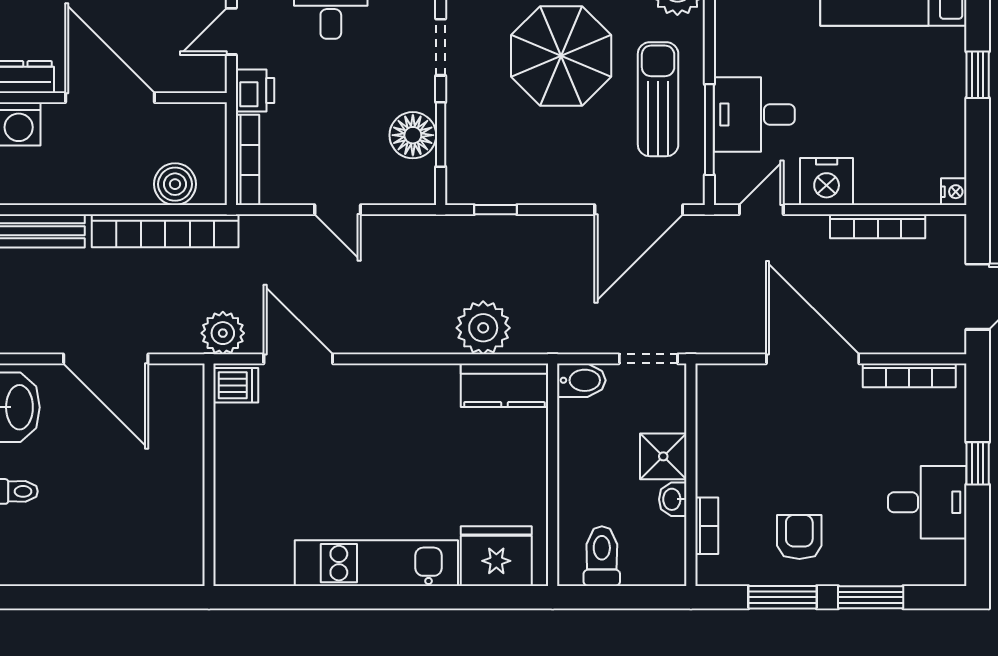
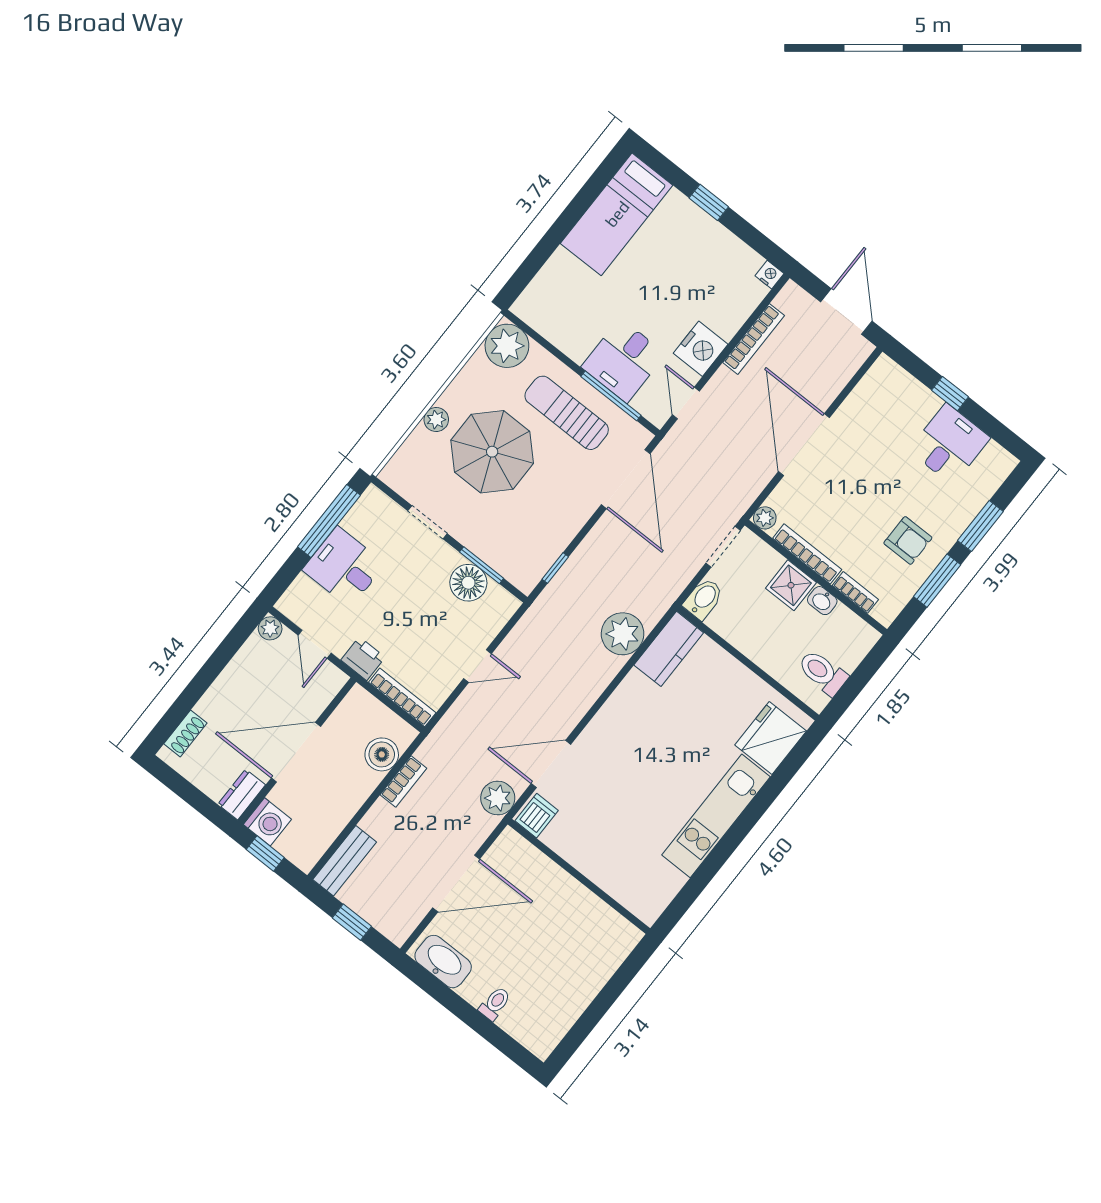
bookcase: (165, 231) -> (403, 782), width x0.43, depth x0.76
door: (813, 359) -> (804, 445), hinge flipped
bookcase: (909, 375) -> (807, 554), moved, turned -90
plant: (709, 378) -> (765, 518), added
armchair: (799, 537) -> (908, 540), turned 180

